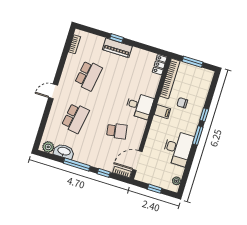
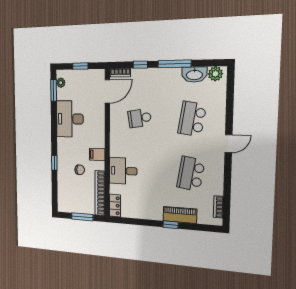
piano: (117, 48) -> (180, 215), moved
desk: (139, 106) -> (123, 171), moved
window: (198, 135) -> (54, 90), moved

